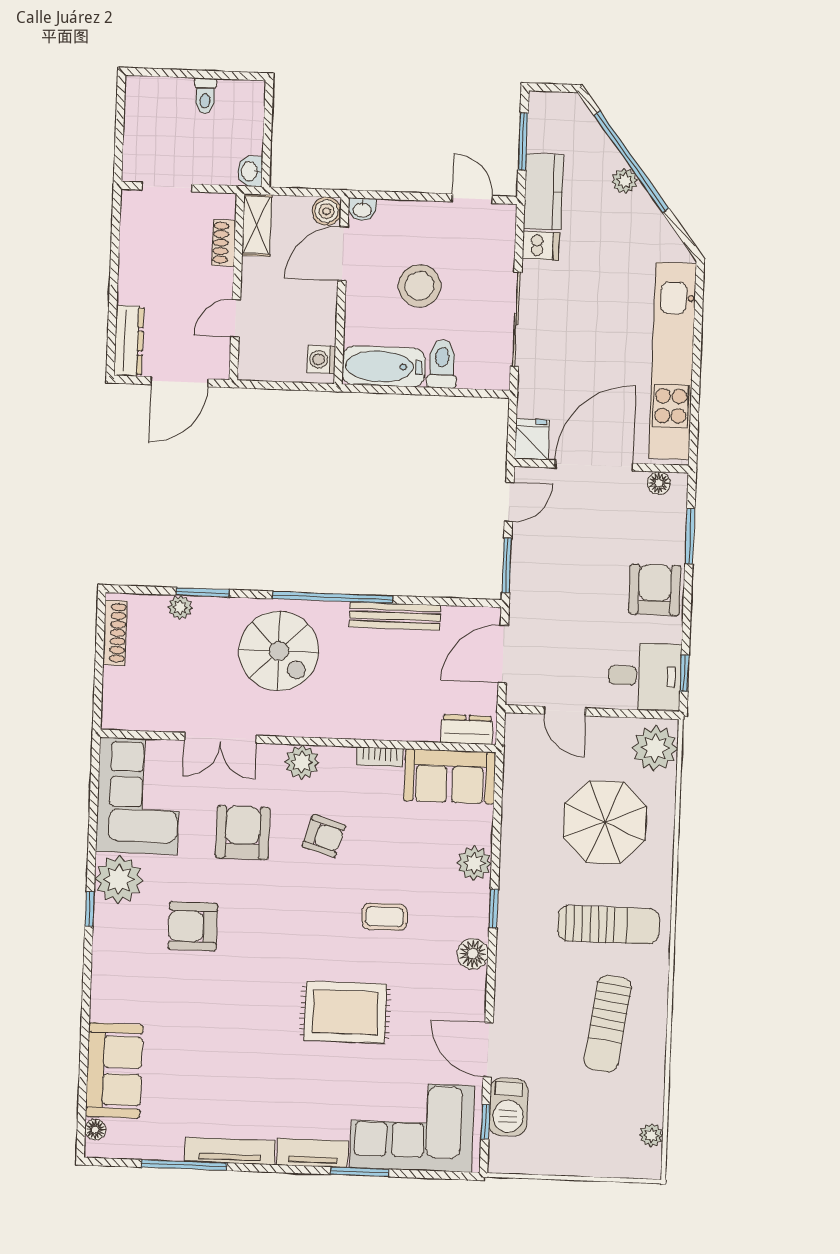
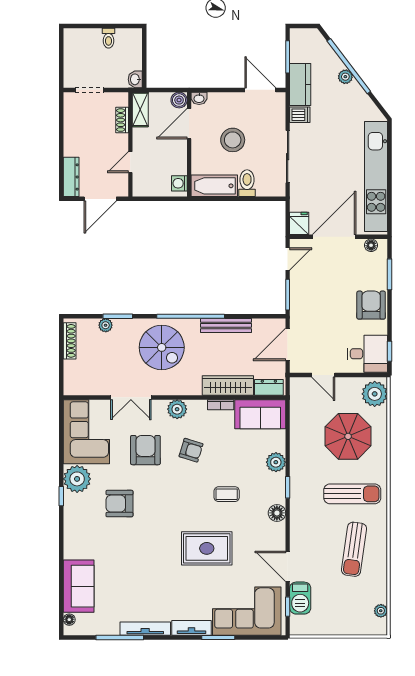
door: (472, 199) -> (260, 90), width x1.38
wardrobe: (394, 723) -> (228, 386), added

